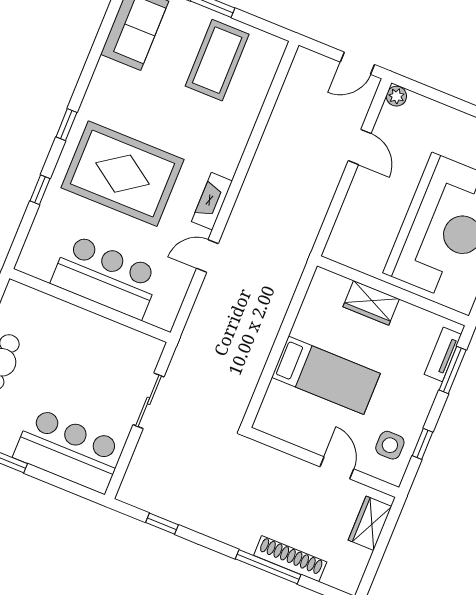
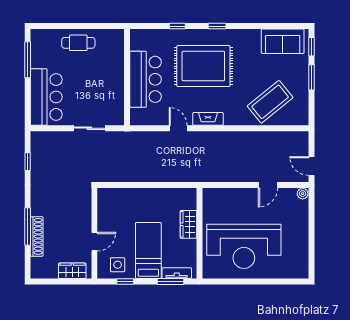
coffee table: (217, 60) -> (270, 102), moved, turned -39
rug: (123, 174) -> (203, 66), turned 90
bed: (326, 375) -> (148, 251), moved, turned 180

